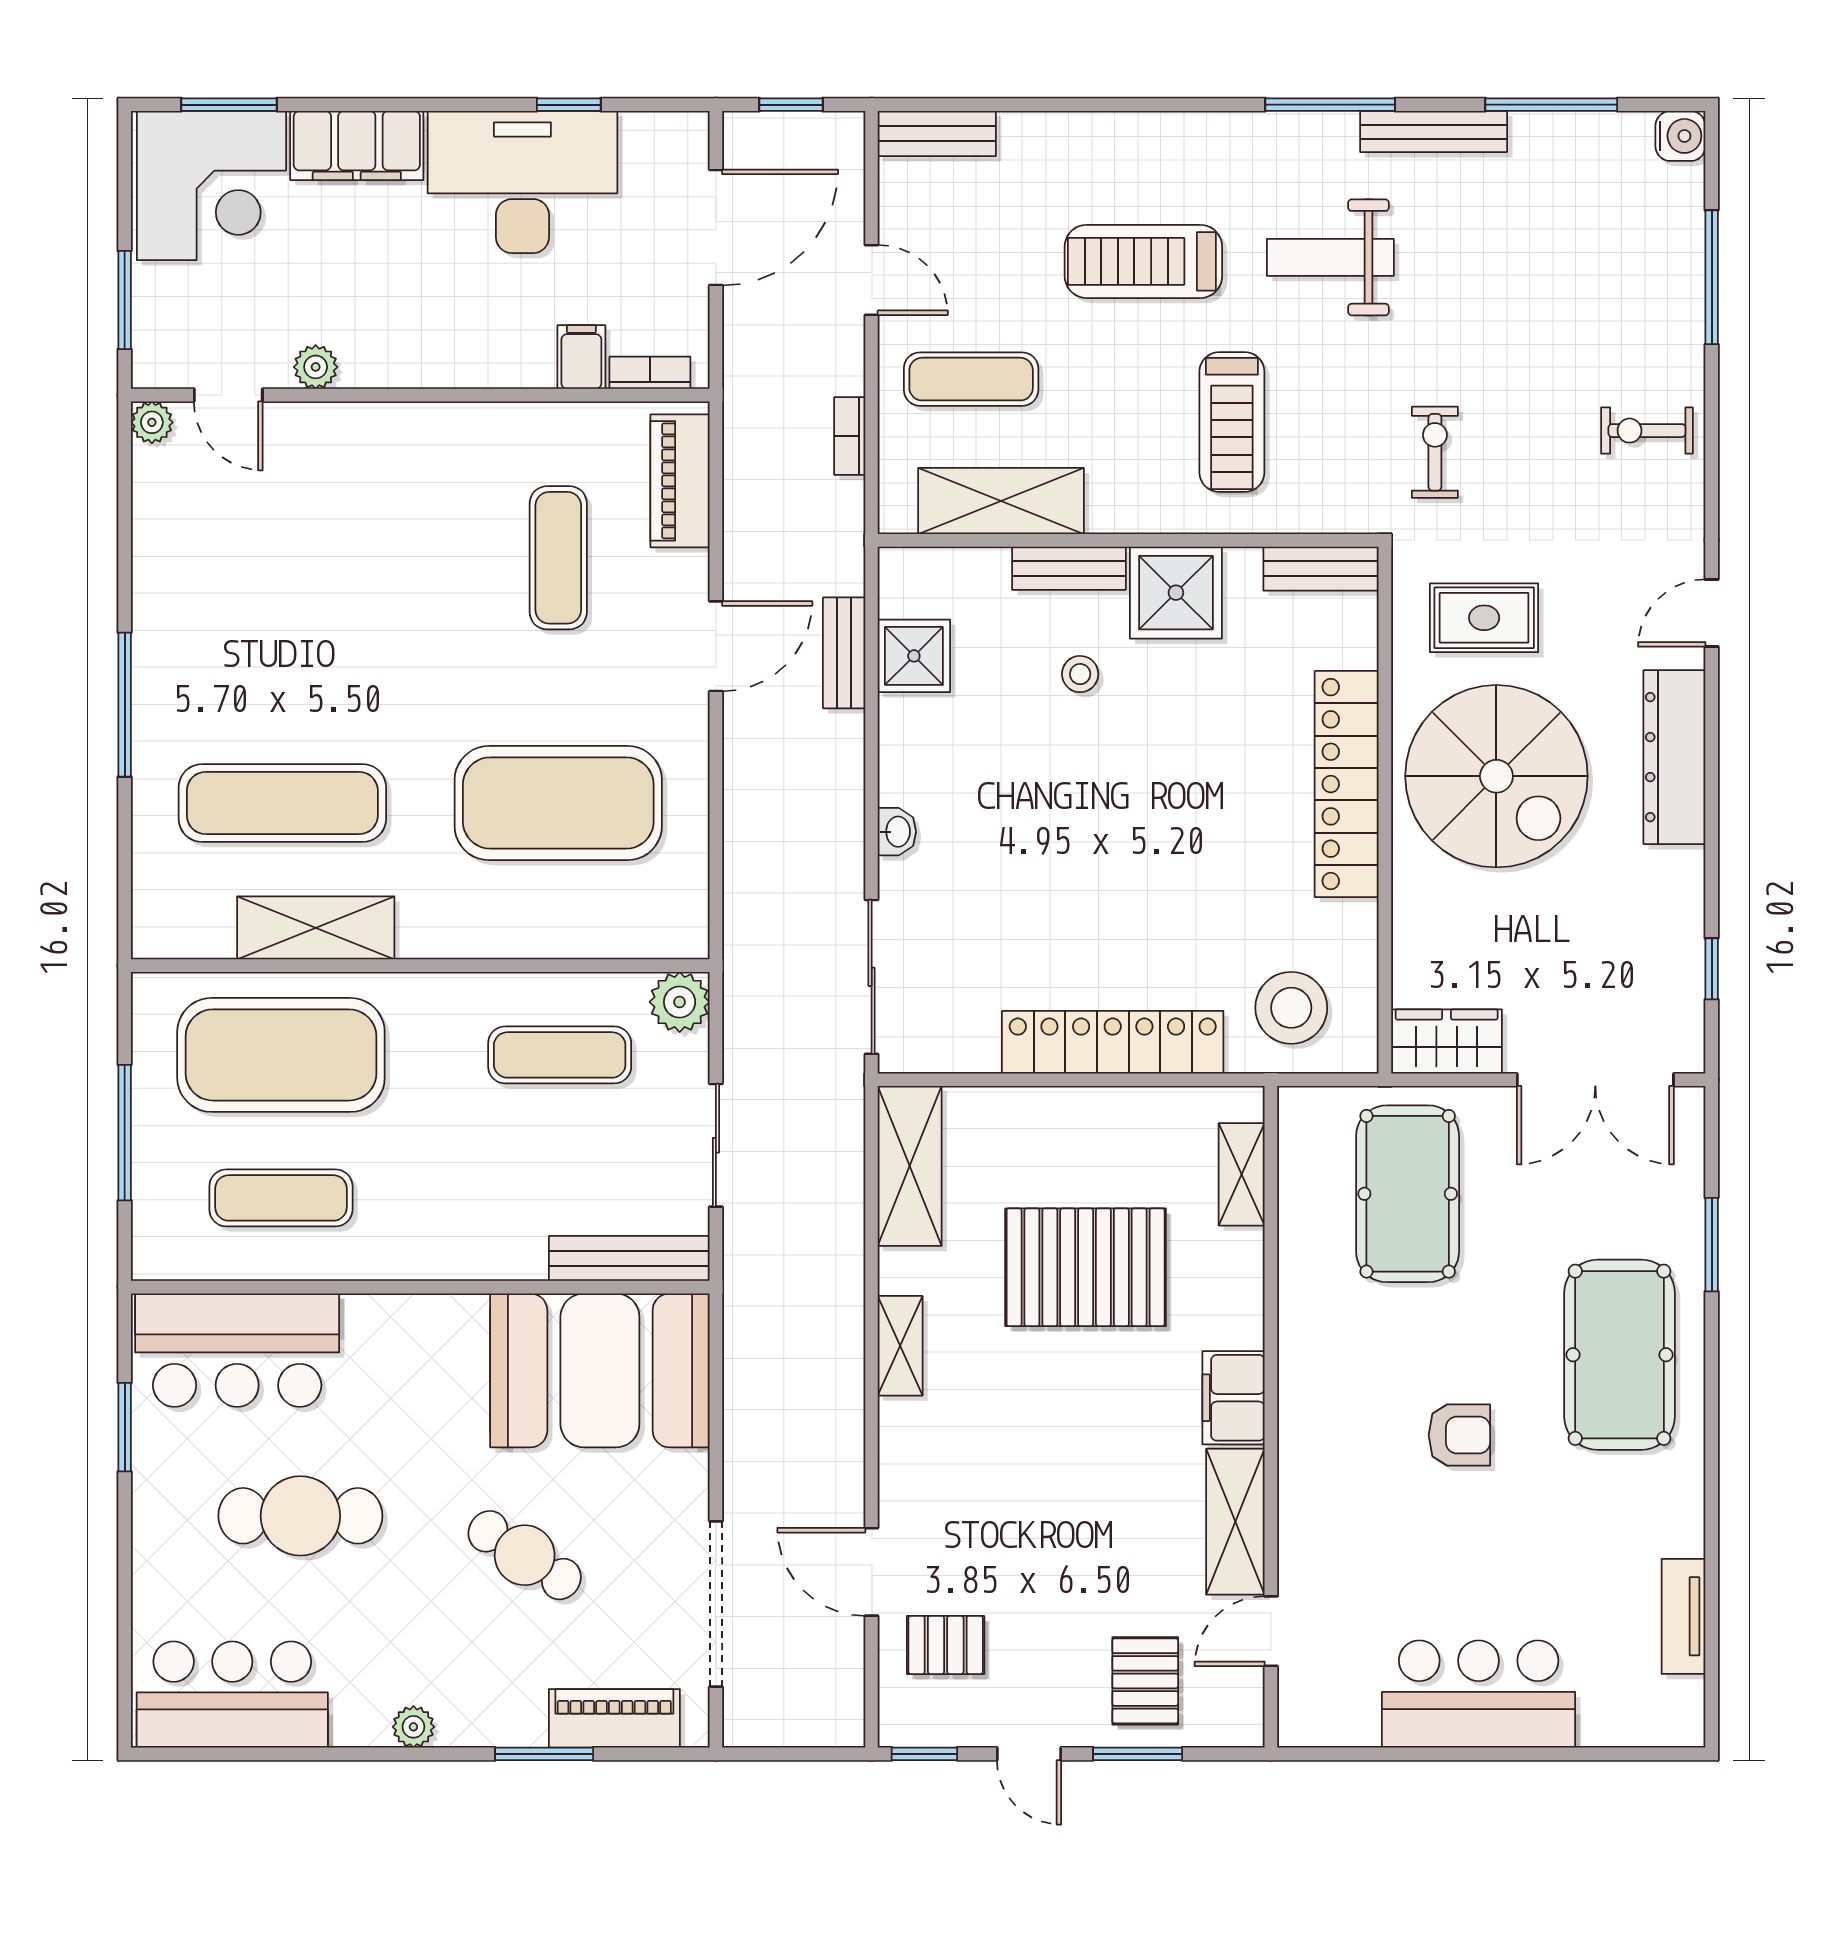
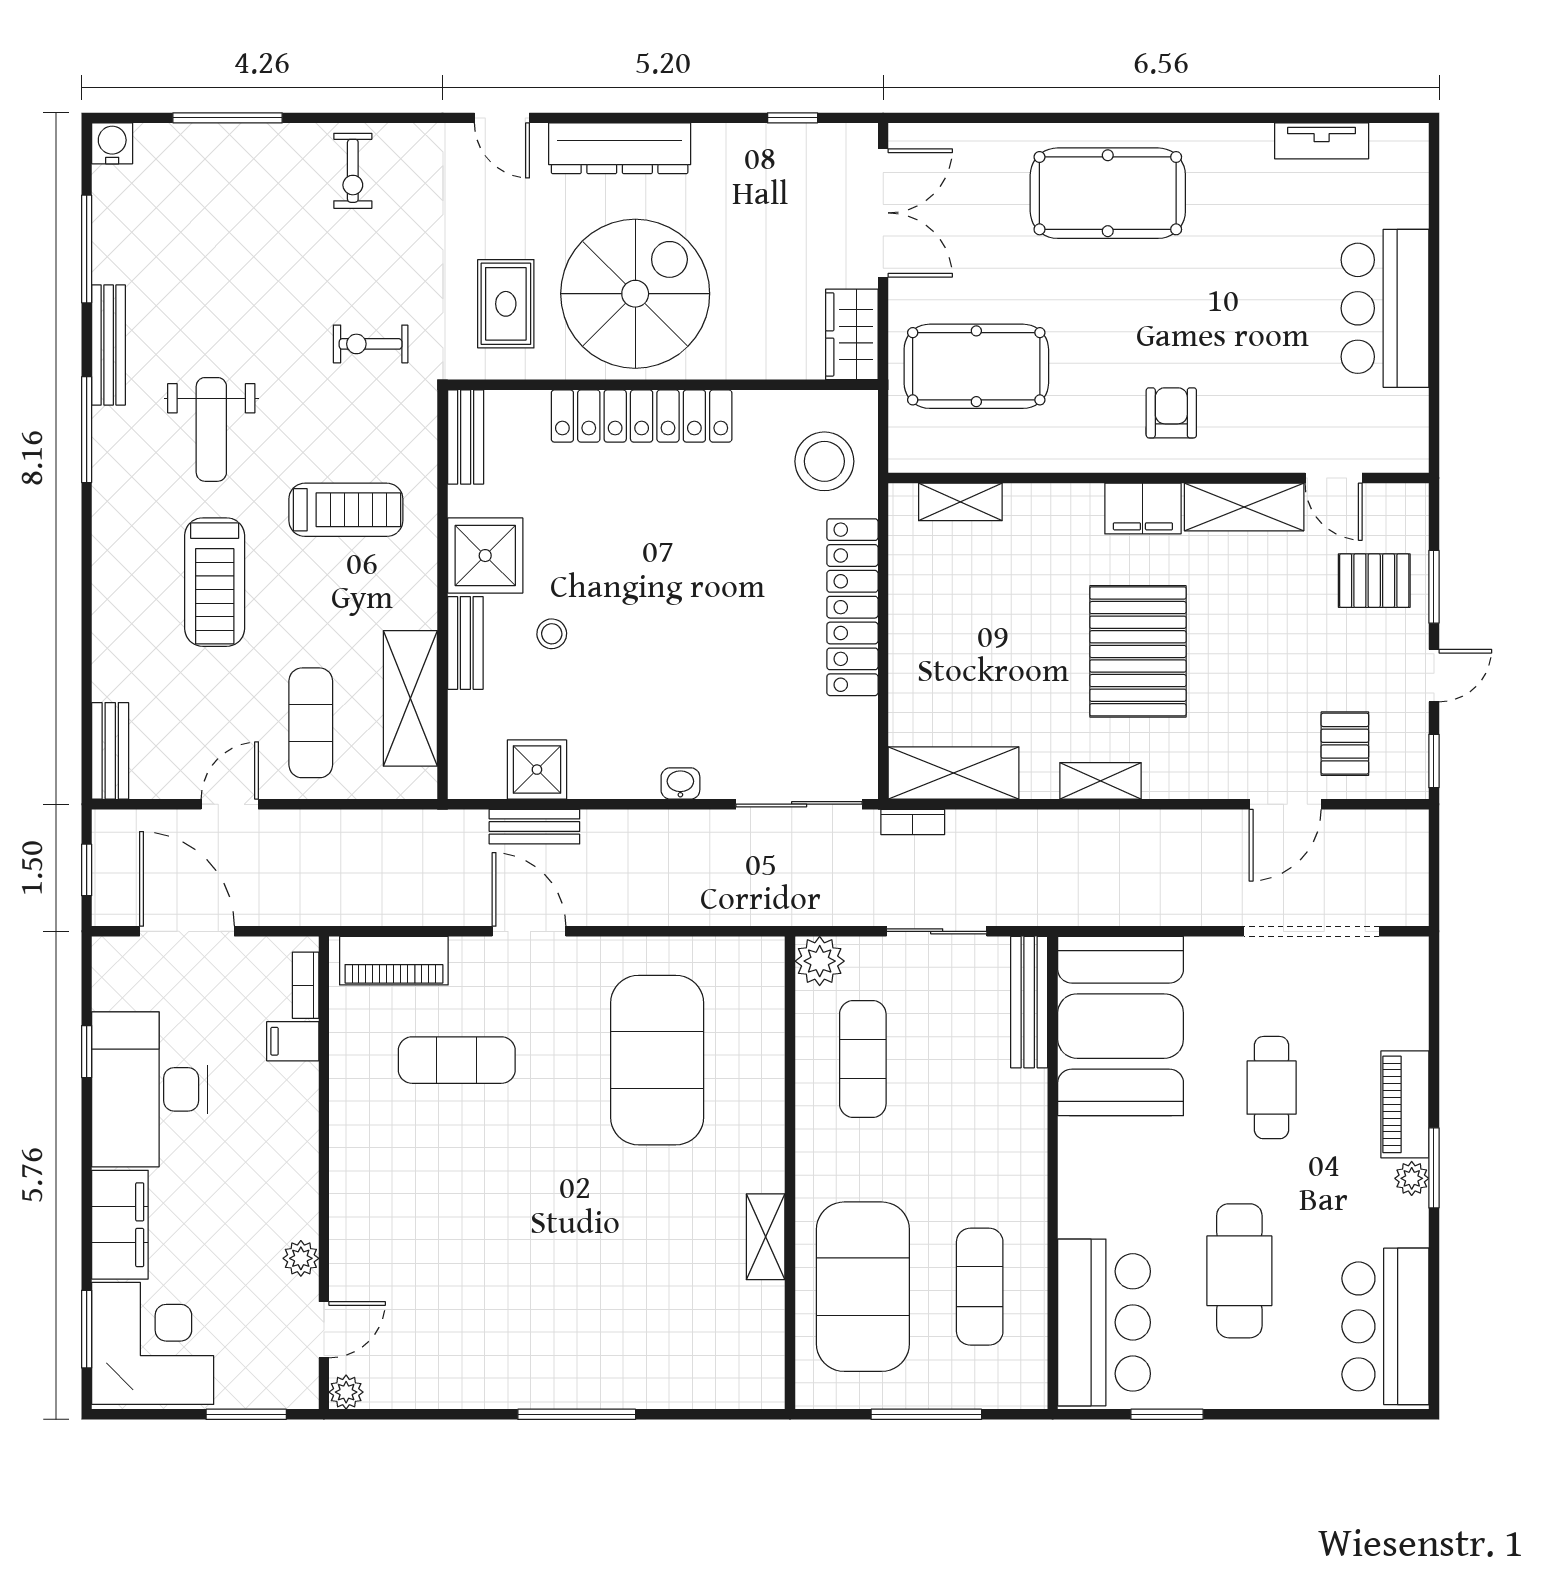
bookcase: (850, 436) -> (913, 822), moved
exercise mat: (282, 803) -> (657, 1286), removed
shelving: (316, 928) -> (766, 1237), width x0.67, depth x0.75
window: (1712, 1245) -> (1018, 118), removed
pallet: (1086, 1267) -> (1138, 651), moved
armchair: (1459, 1435) -> (1171, 413), moved
cafe table: (525, 1555) -> (1272, 1088), turned -33
piano: (614, 1718) -> (1405, 1104), moved
window: (544, 1754) -> (1434, 1168), moved

